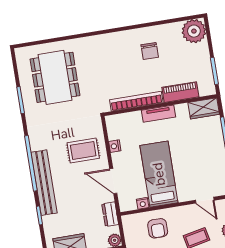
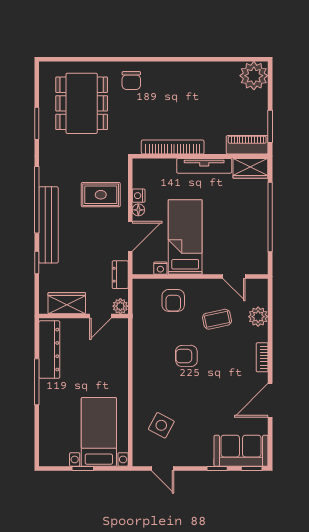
chair: (150, 51) -> (131, 81), moved
piano: (180, 92) -> (247, 145), moved
tv unit: (158, 114) -> (204, 166), width x1.41
floor lamp: (116, 158) -> (138, 210), added
door: (113, 181) -> (130, 236), swing flipped

